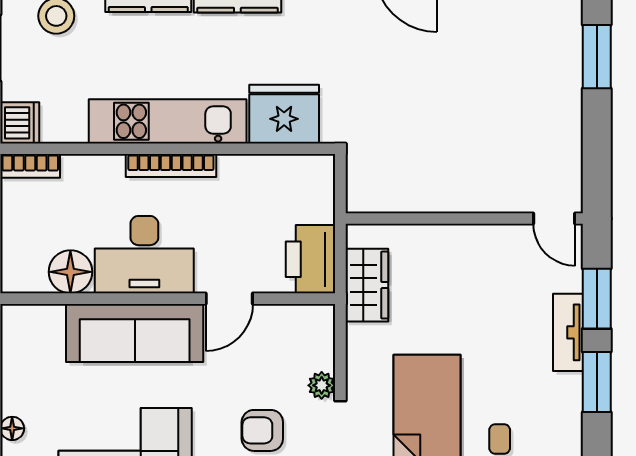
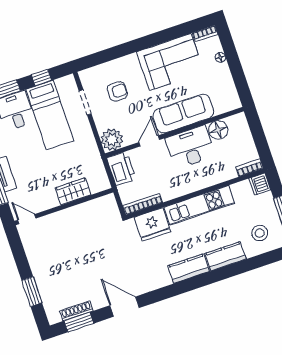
bookcase: (171, 166) -> (143, 204), moved
wardrobe: (367, 285) -> (73, 191), moved, turned 90
plant: (322, 385) -> (112, 139), moved, width x1.88, depth x1.88

